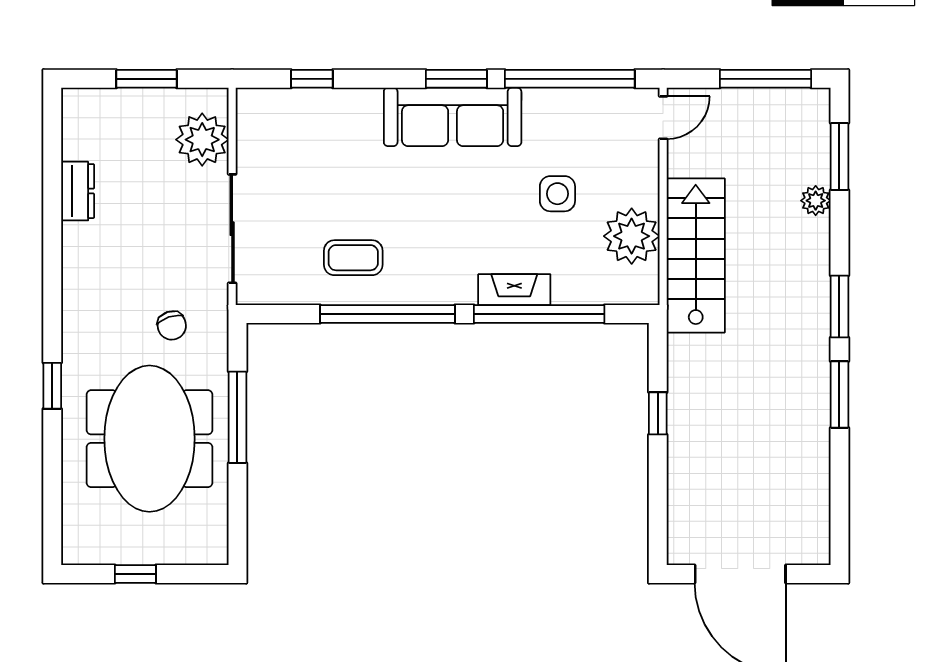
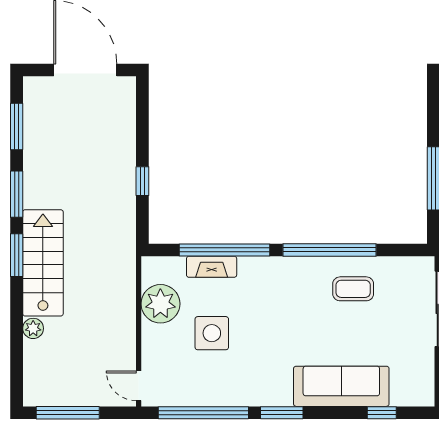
sofa: (453, 117) -> (341, 386), moved
door: (663, 118) -> (139, 386), hinge flipped
window: (839, 157) -> (17, 126), moved
side table: (557, 194) -> (212, 333), width x1.37, depth x1.37
stairs: (696, 255) -> (43, 263), moved, turned 180
fireplace: (514, 290) -> (212, 267), moved

